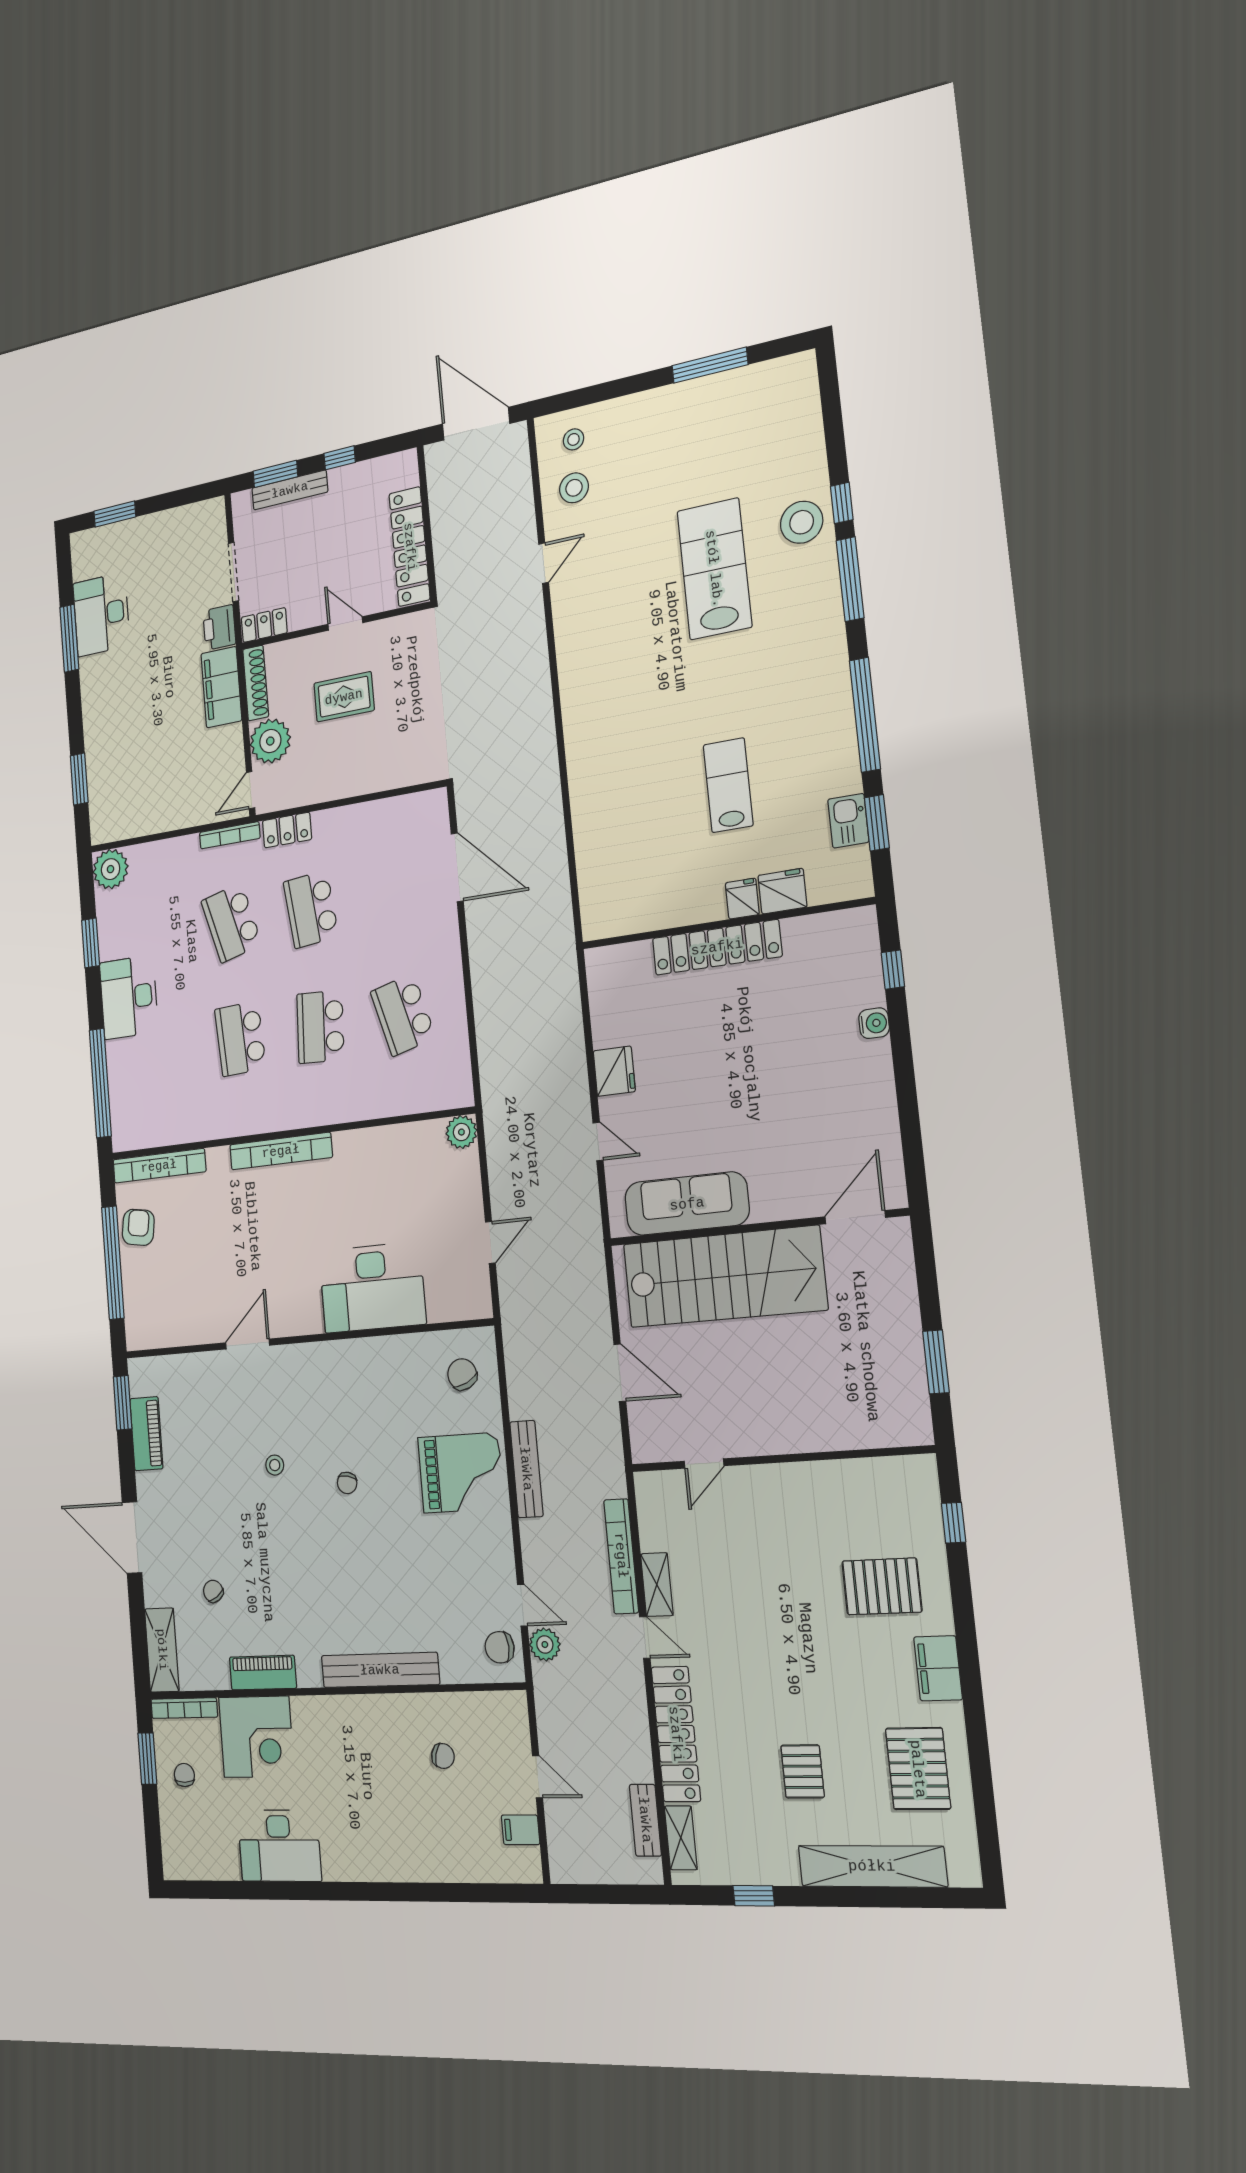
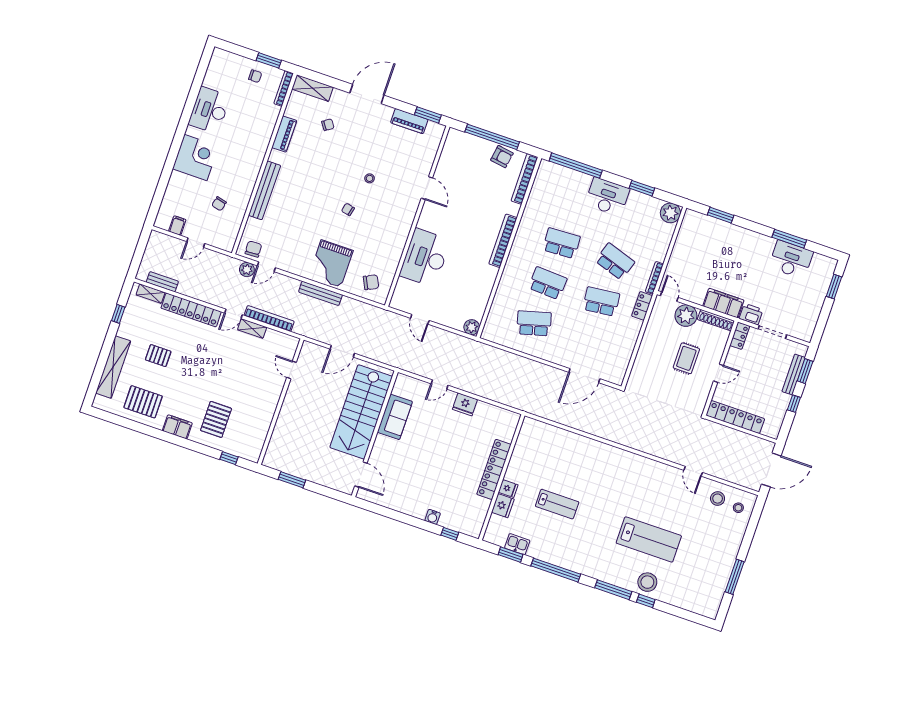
school desk: (231, 923) -> (615, 261), turned 33
sofa: (687, 1204) -> (395, 417), width x0.73
corner desk: (256, 1737) -> (196, 157), moved, turned 180

